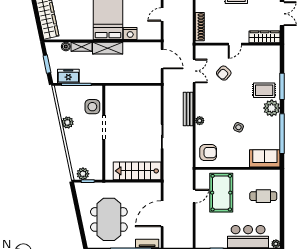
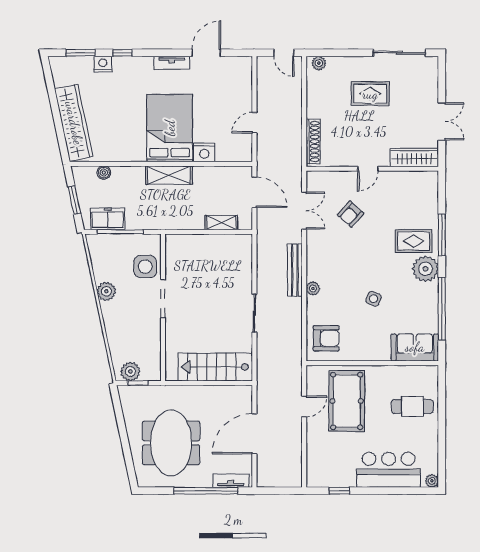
shelving: (81, 47) -> (221, 223), moved

